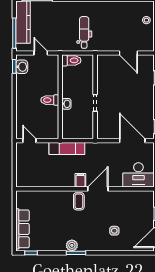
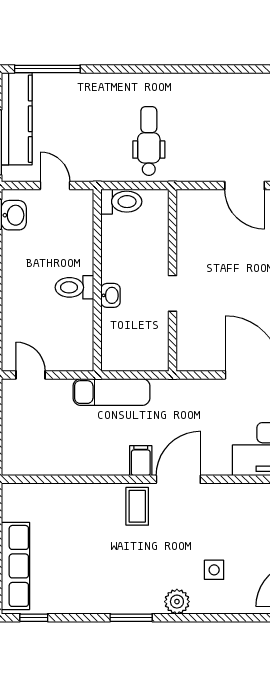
plant: (72, 245) -> (177, 602), moved

